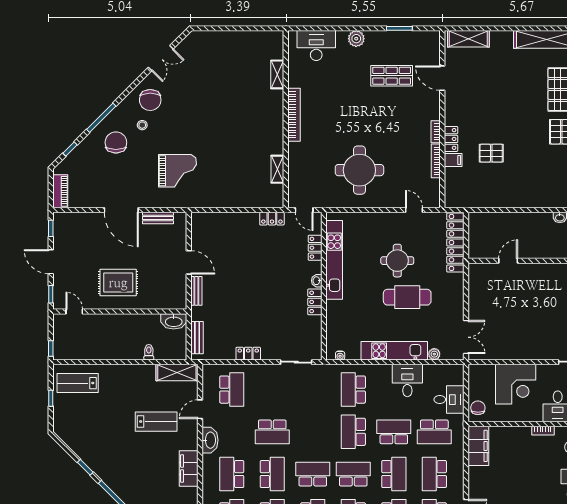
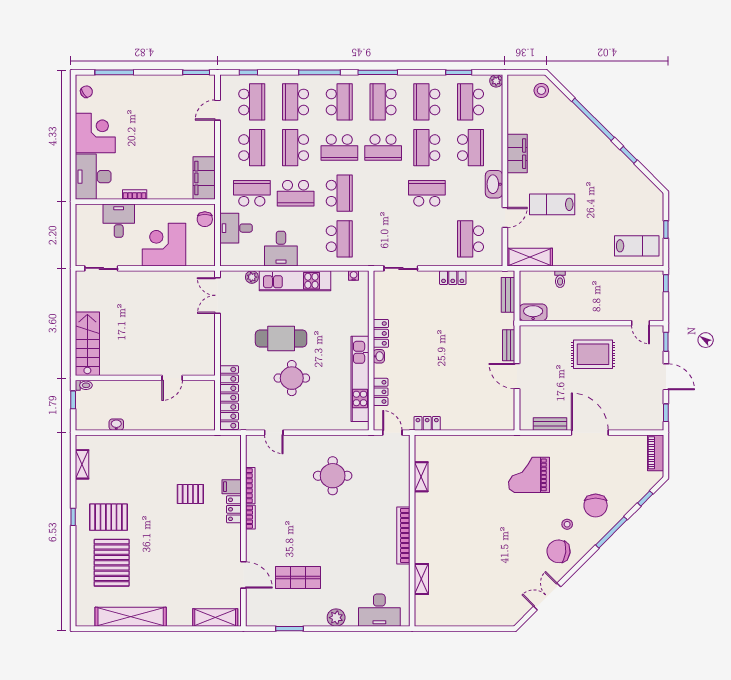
chair: (150, 100) -> (559, 551), turned -84
round table: (359, 170) -> (333, 476), width x0.73, depth x0.73

